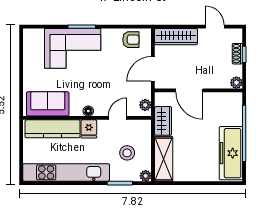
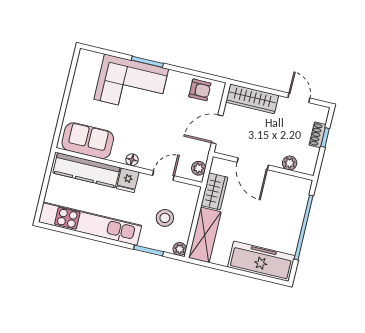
plant: (236, 83) -> (290, 163), moved
freezer: (231, 153) -> (261, 261), moved, turned 90

